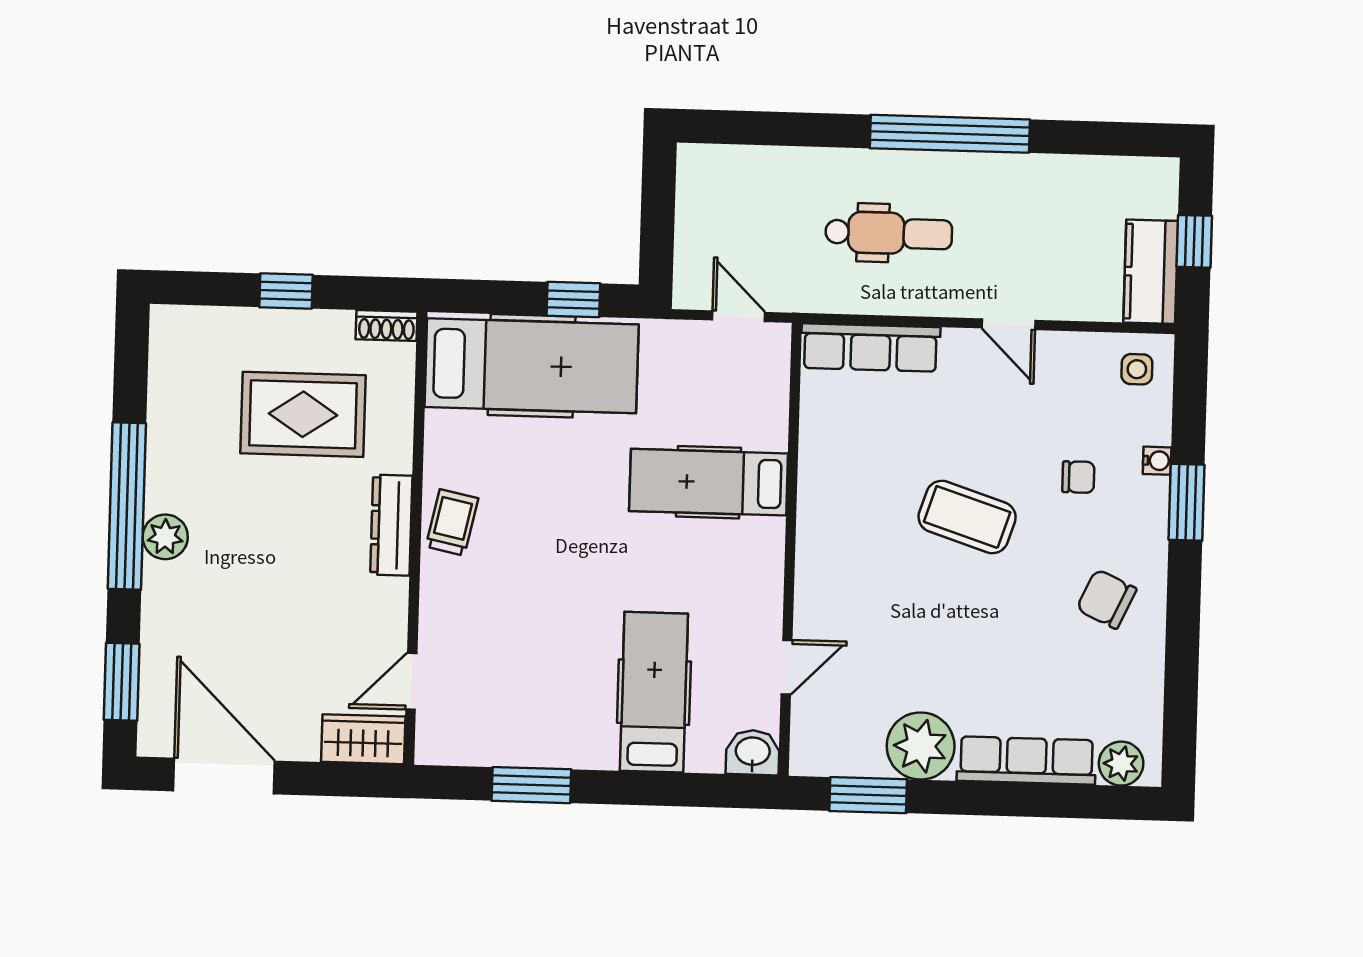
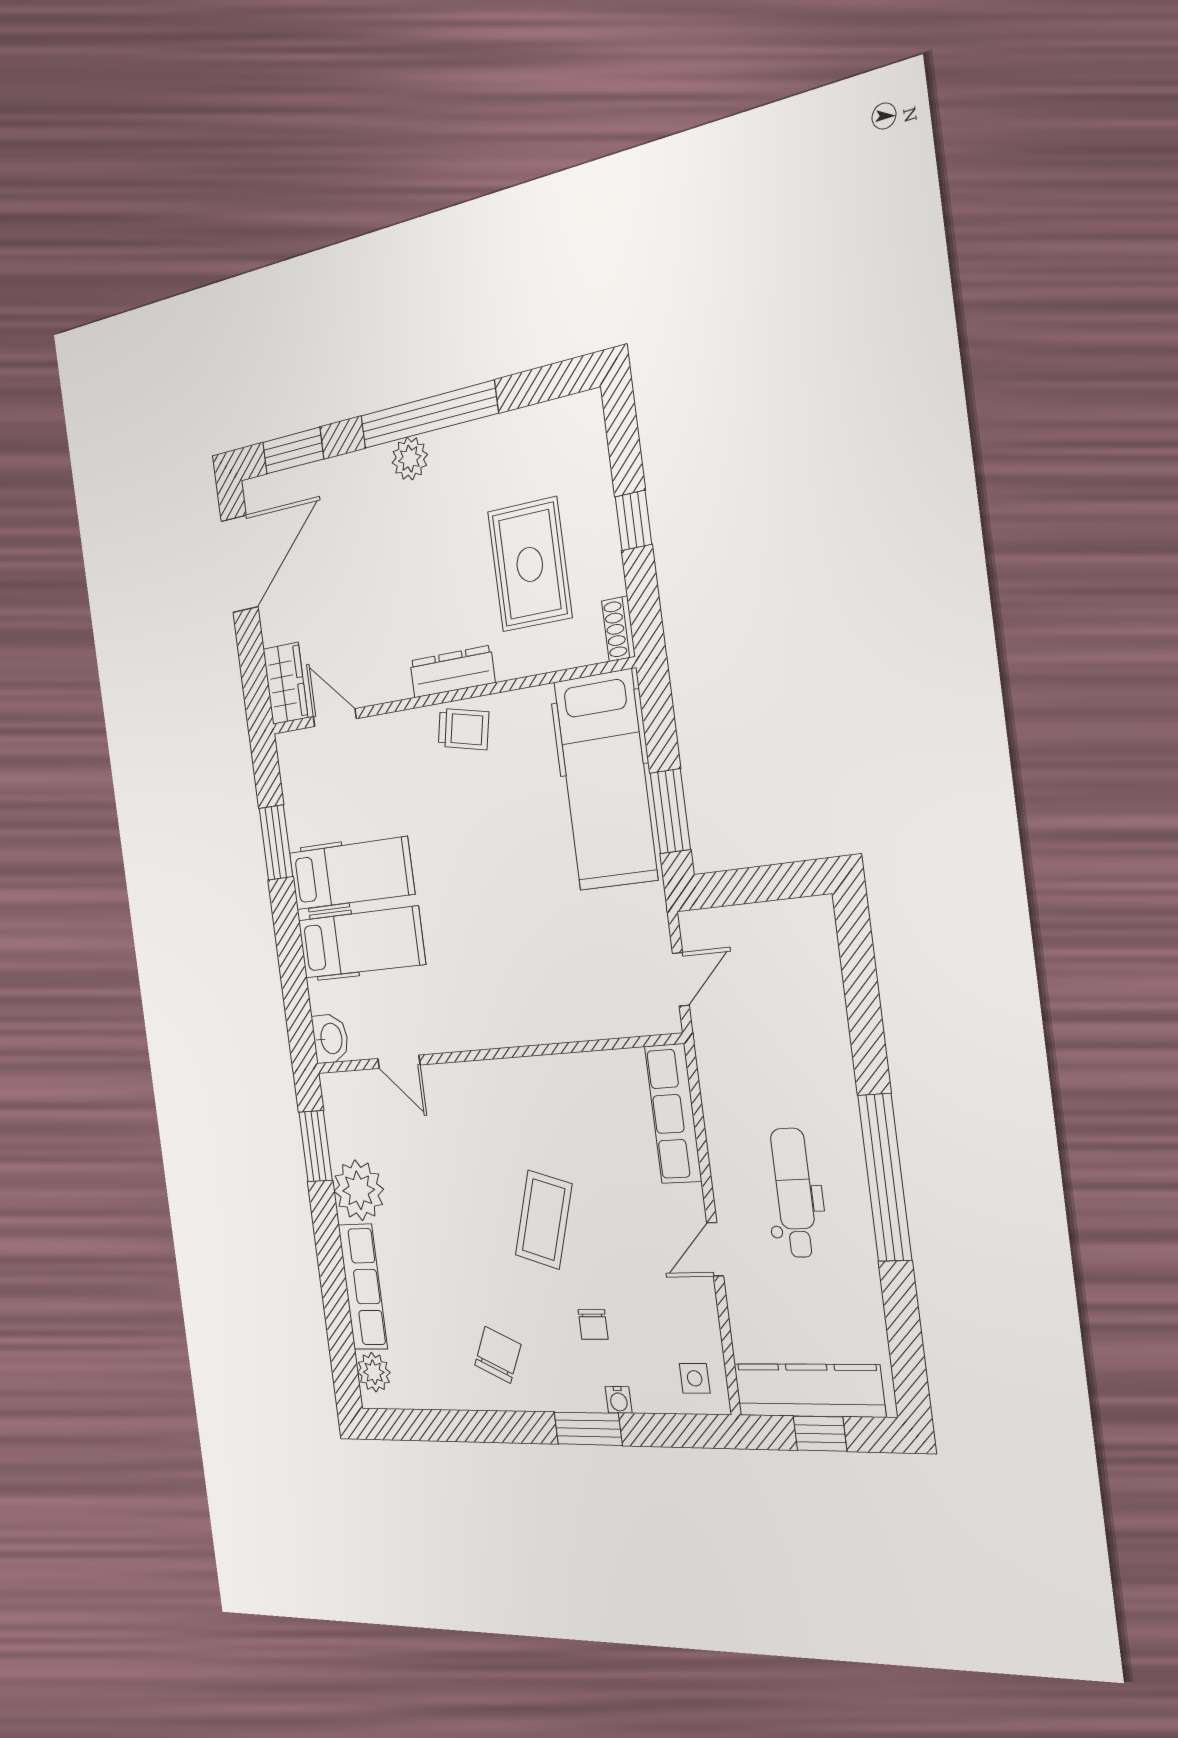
dental chair: (889, 233) -> (794, 1193), moved, turned 180
kitchen counter: (1151, 272) -> (809, 1390), width x1.50
window: (573, 299) -> (670, 811), width x1.50
hospital bed: (709, 482) -> (351, 873), moved, turned 90

